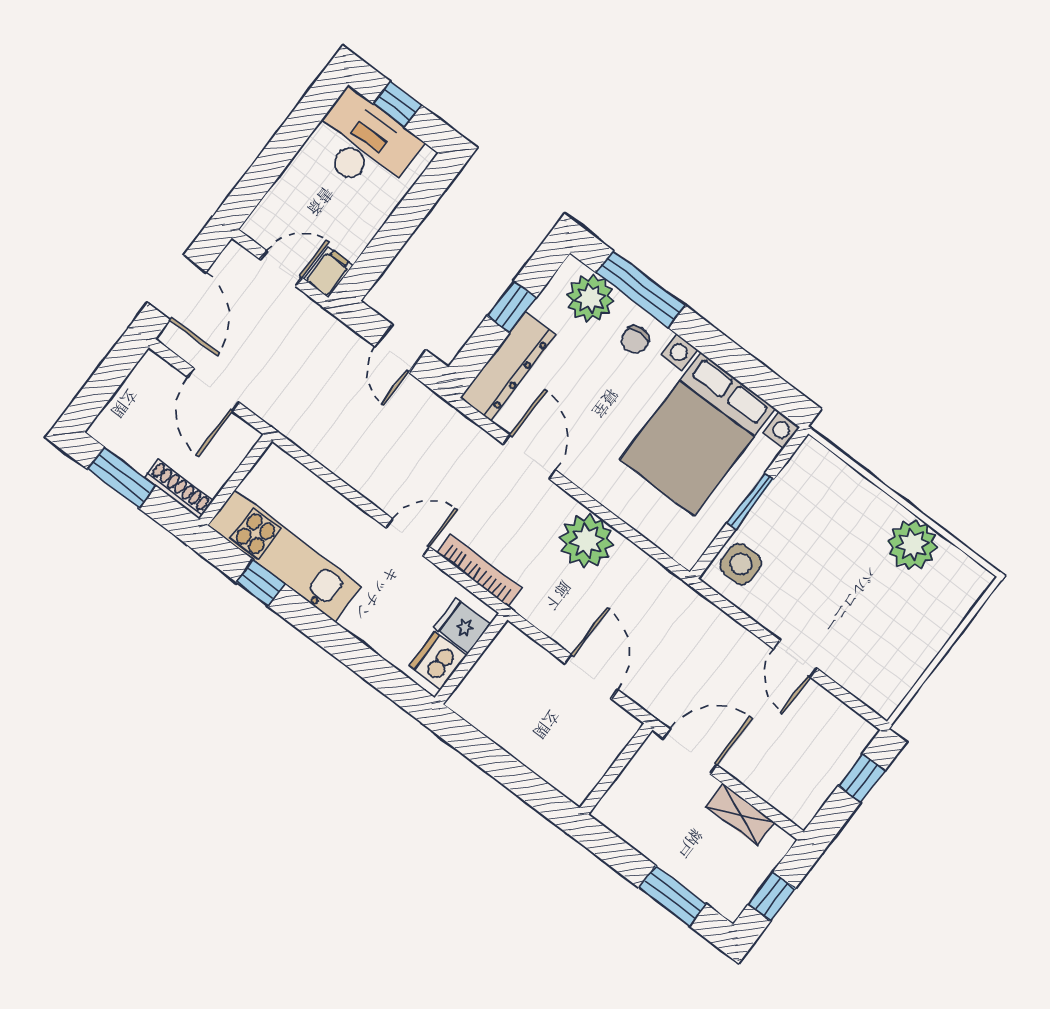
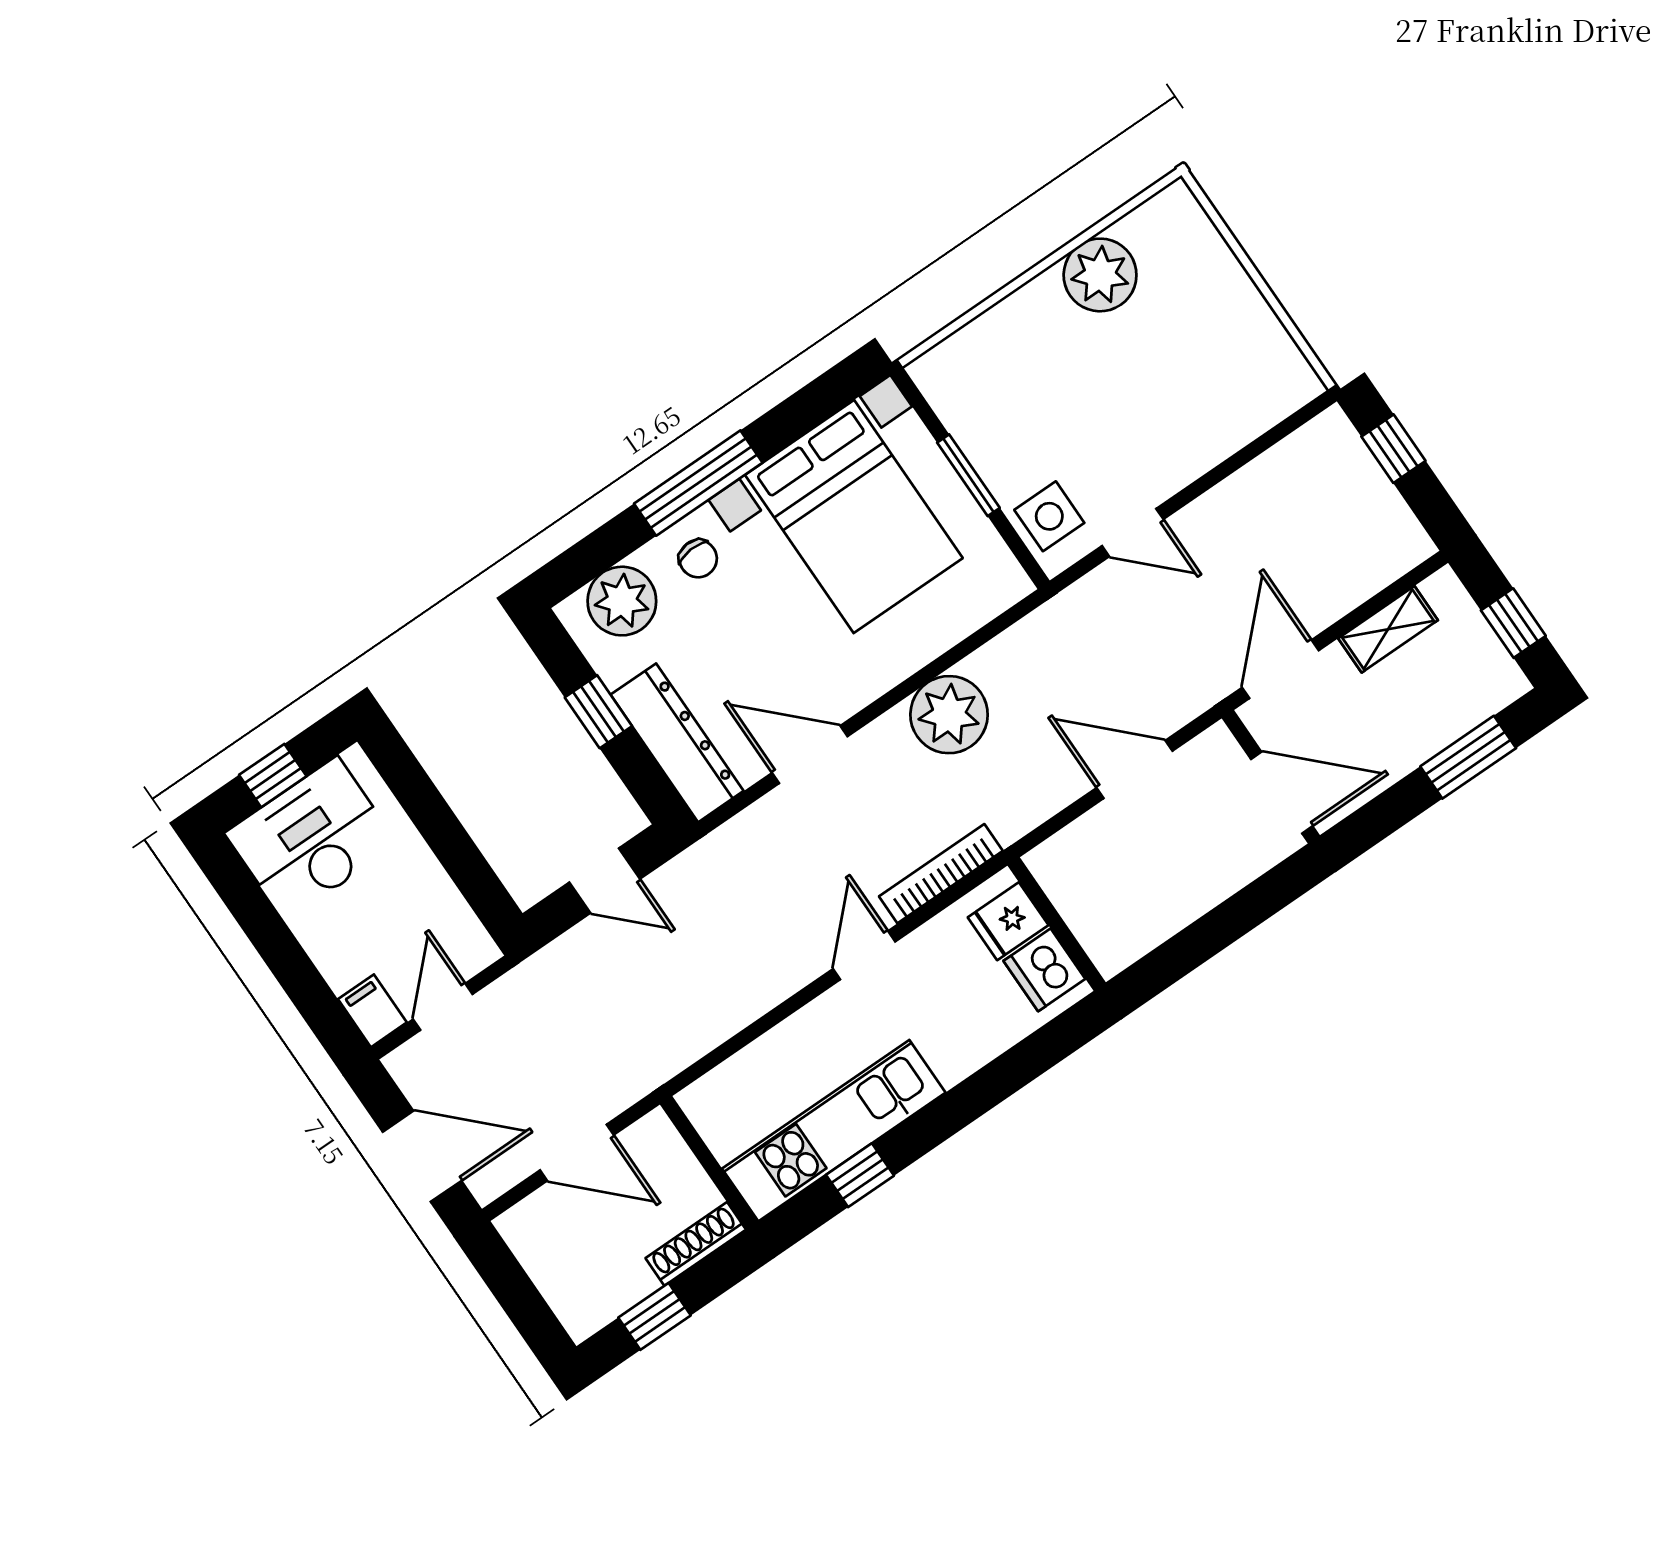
filing cabinet: (329, 272) -> (372, 1011), moved
window: (641, 289) -> (698, 483), moved
window: (121, 477) -> (655, 1316), width x0.67
door: (795, 659) -> (1133, 533), moved
door: (608, 780) -> (1282, 793), added

